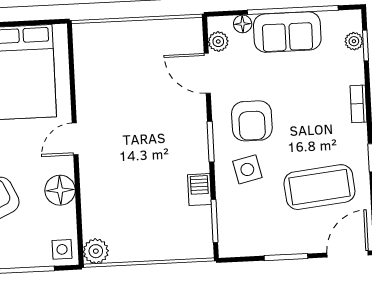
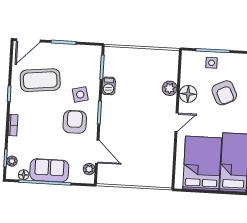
floor lamp: (243, 24) -> (24, 175), moved
side table: (62, 249) -> (212, 63), moved
plant: (96, 251) -> (170, 88), moved

